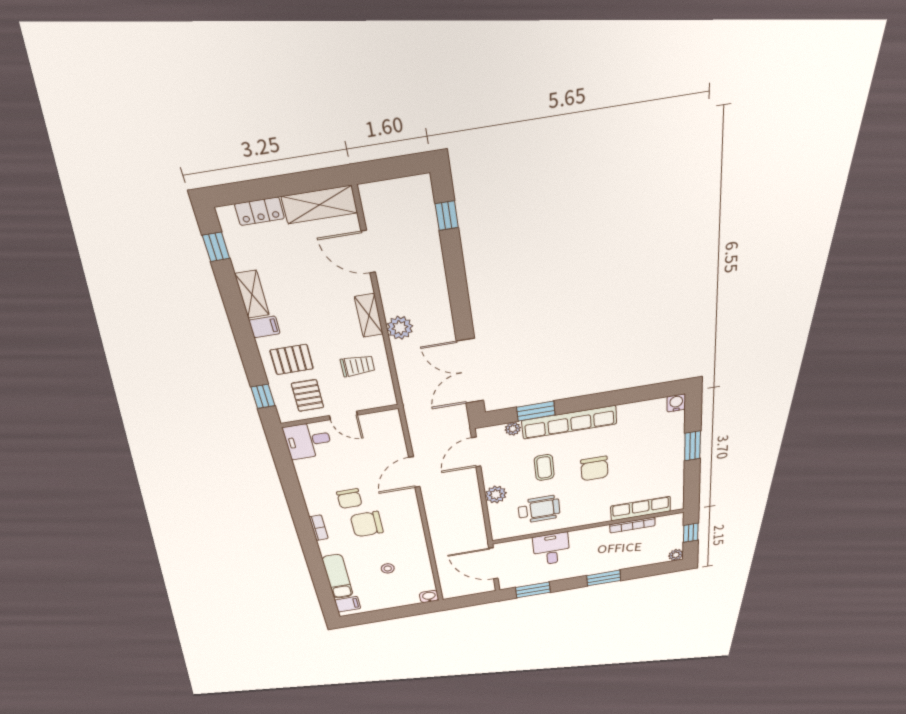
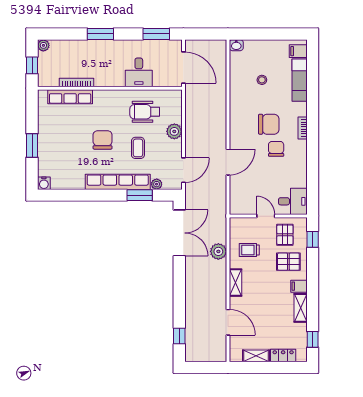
shelving: (320, 205) -> (256, 356), width x0.67, depth x0.75
plant: (400, 328) -> (218, 251), moved

